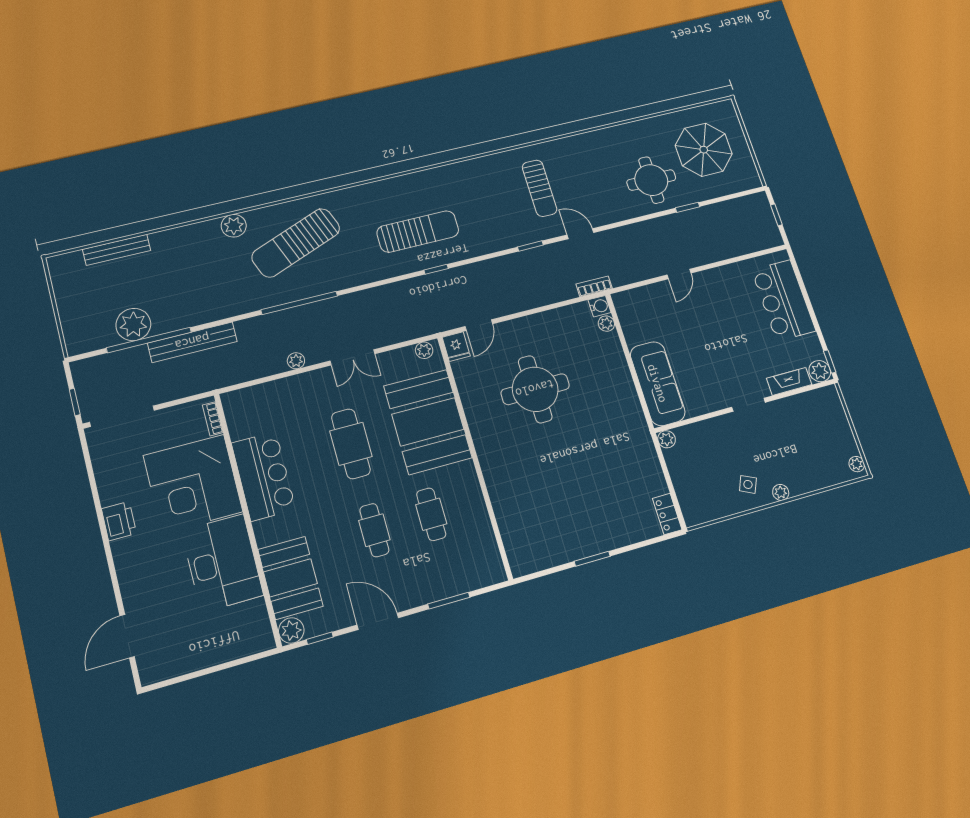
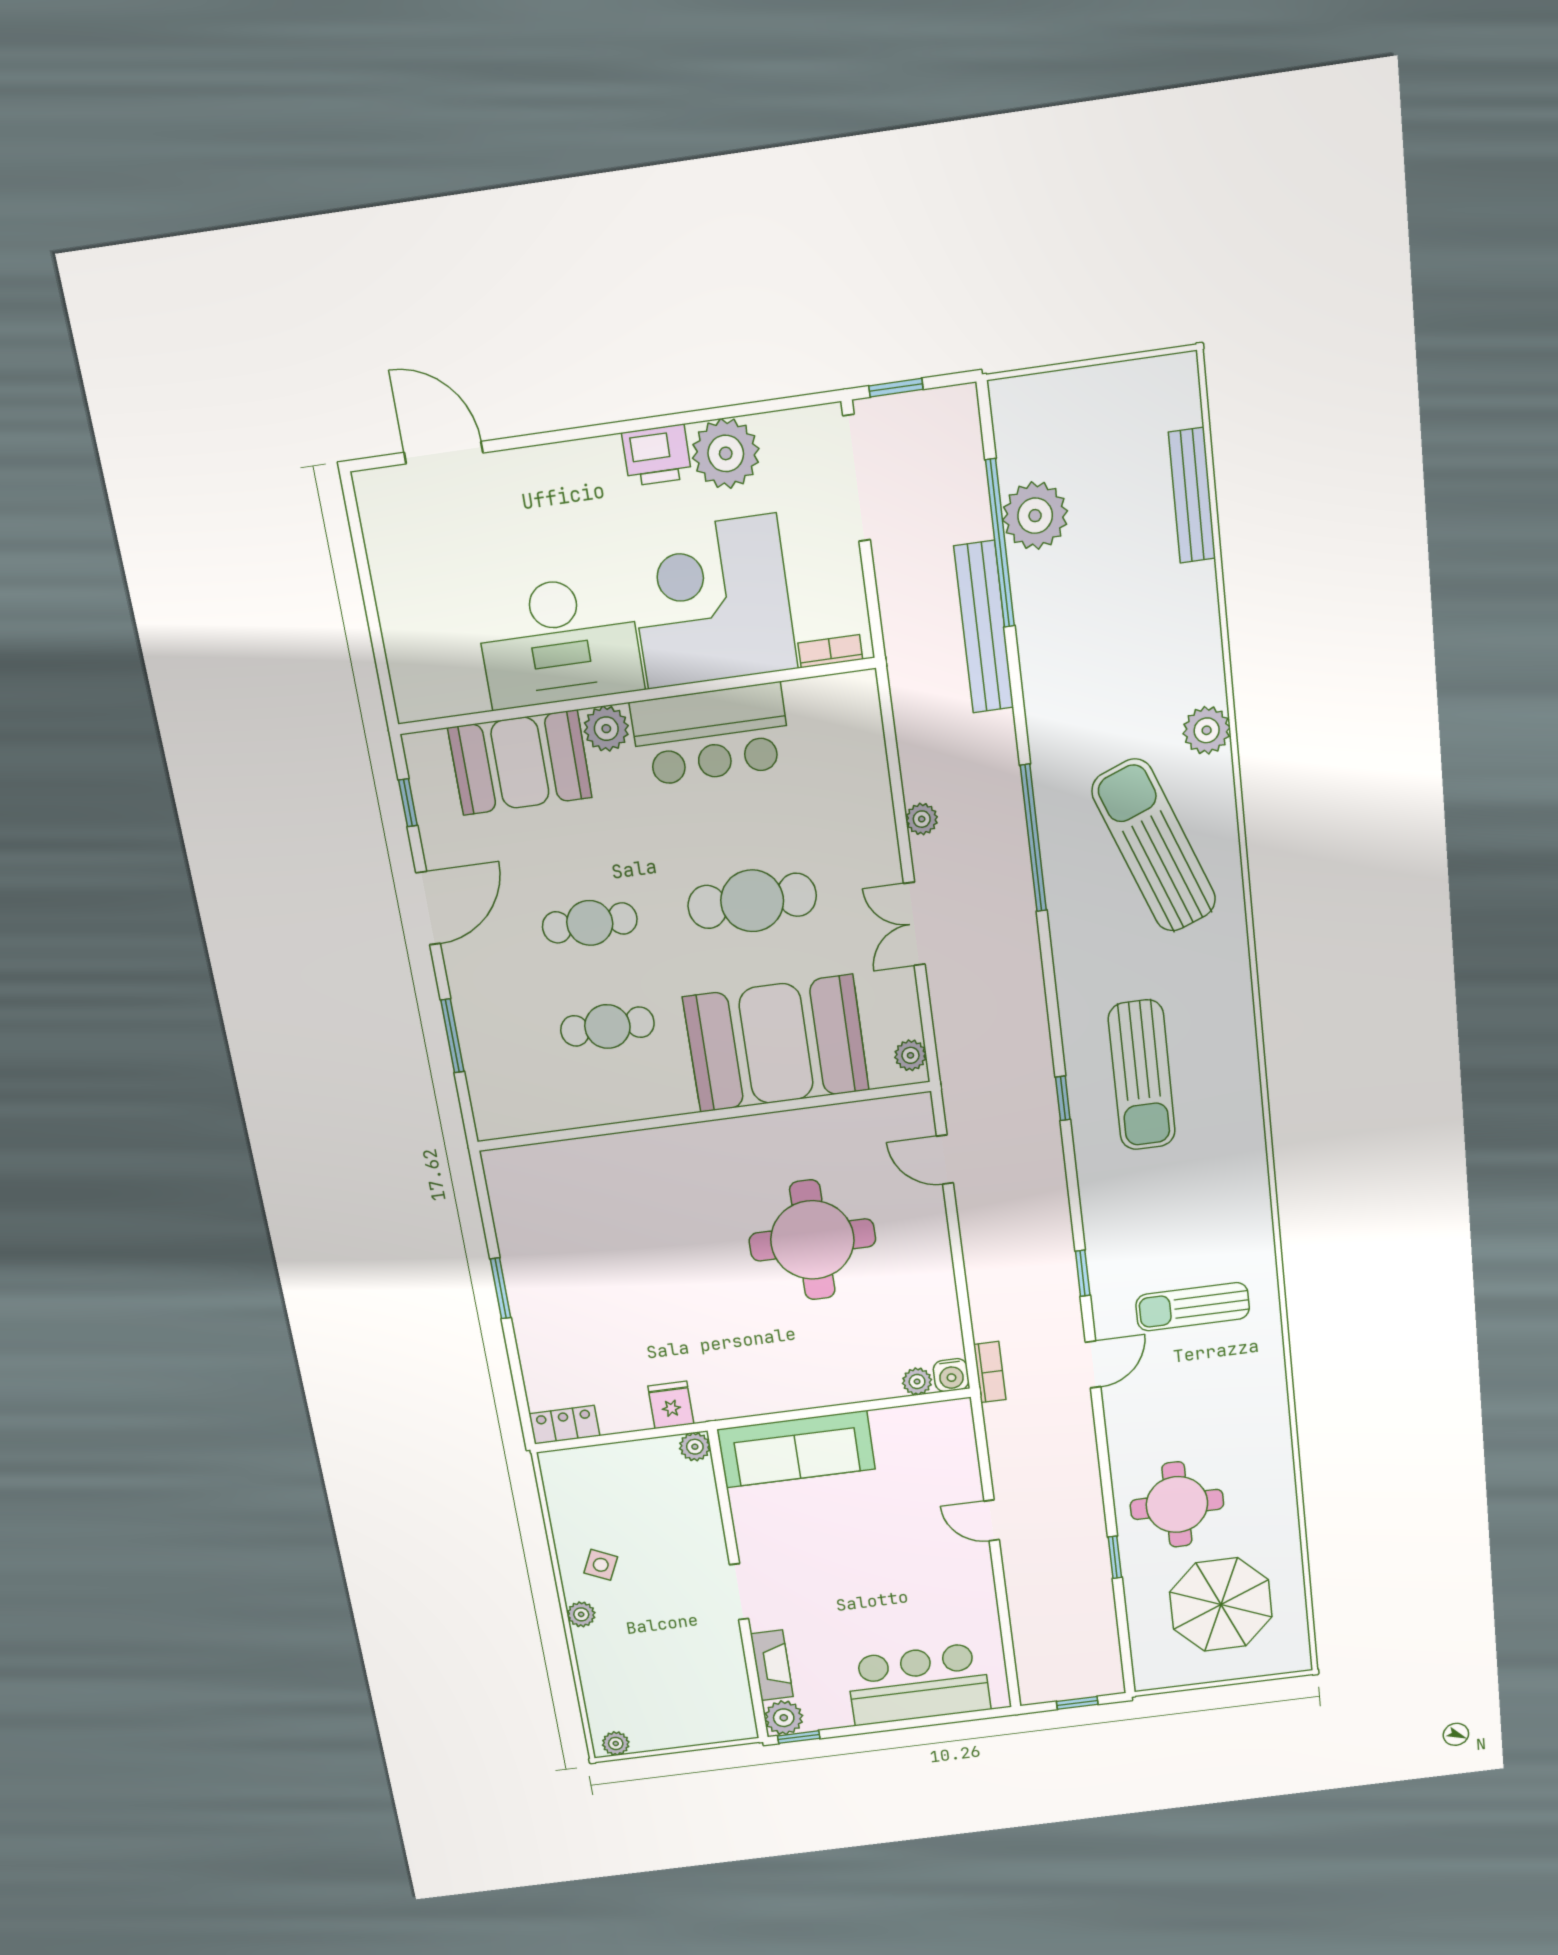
fridge: (456, 347) -> (671, 1405), moved, turned 90
plant: (115, 485) -> (726, 453), added
plant: (291, 630) -> (606, 729), moved

